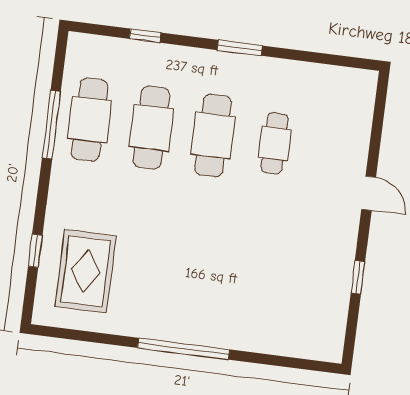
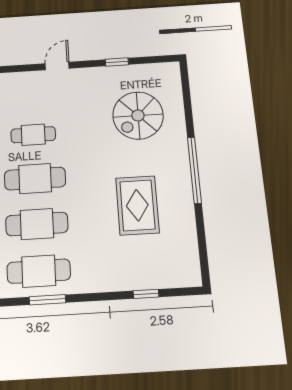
window: (51, 125) -> (47, 300), width x0.69
rug: (86, 271) -> (137, 205), moved, turned 90
spiral stairs: (274, 290) -> (138, 115), added

